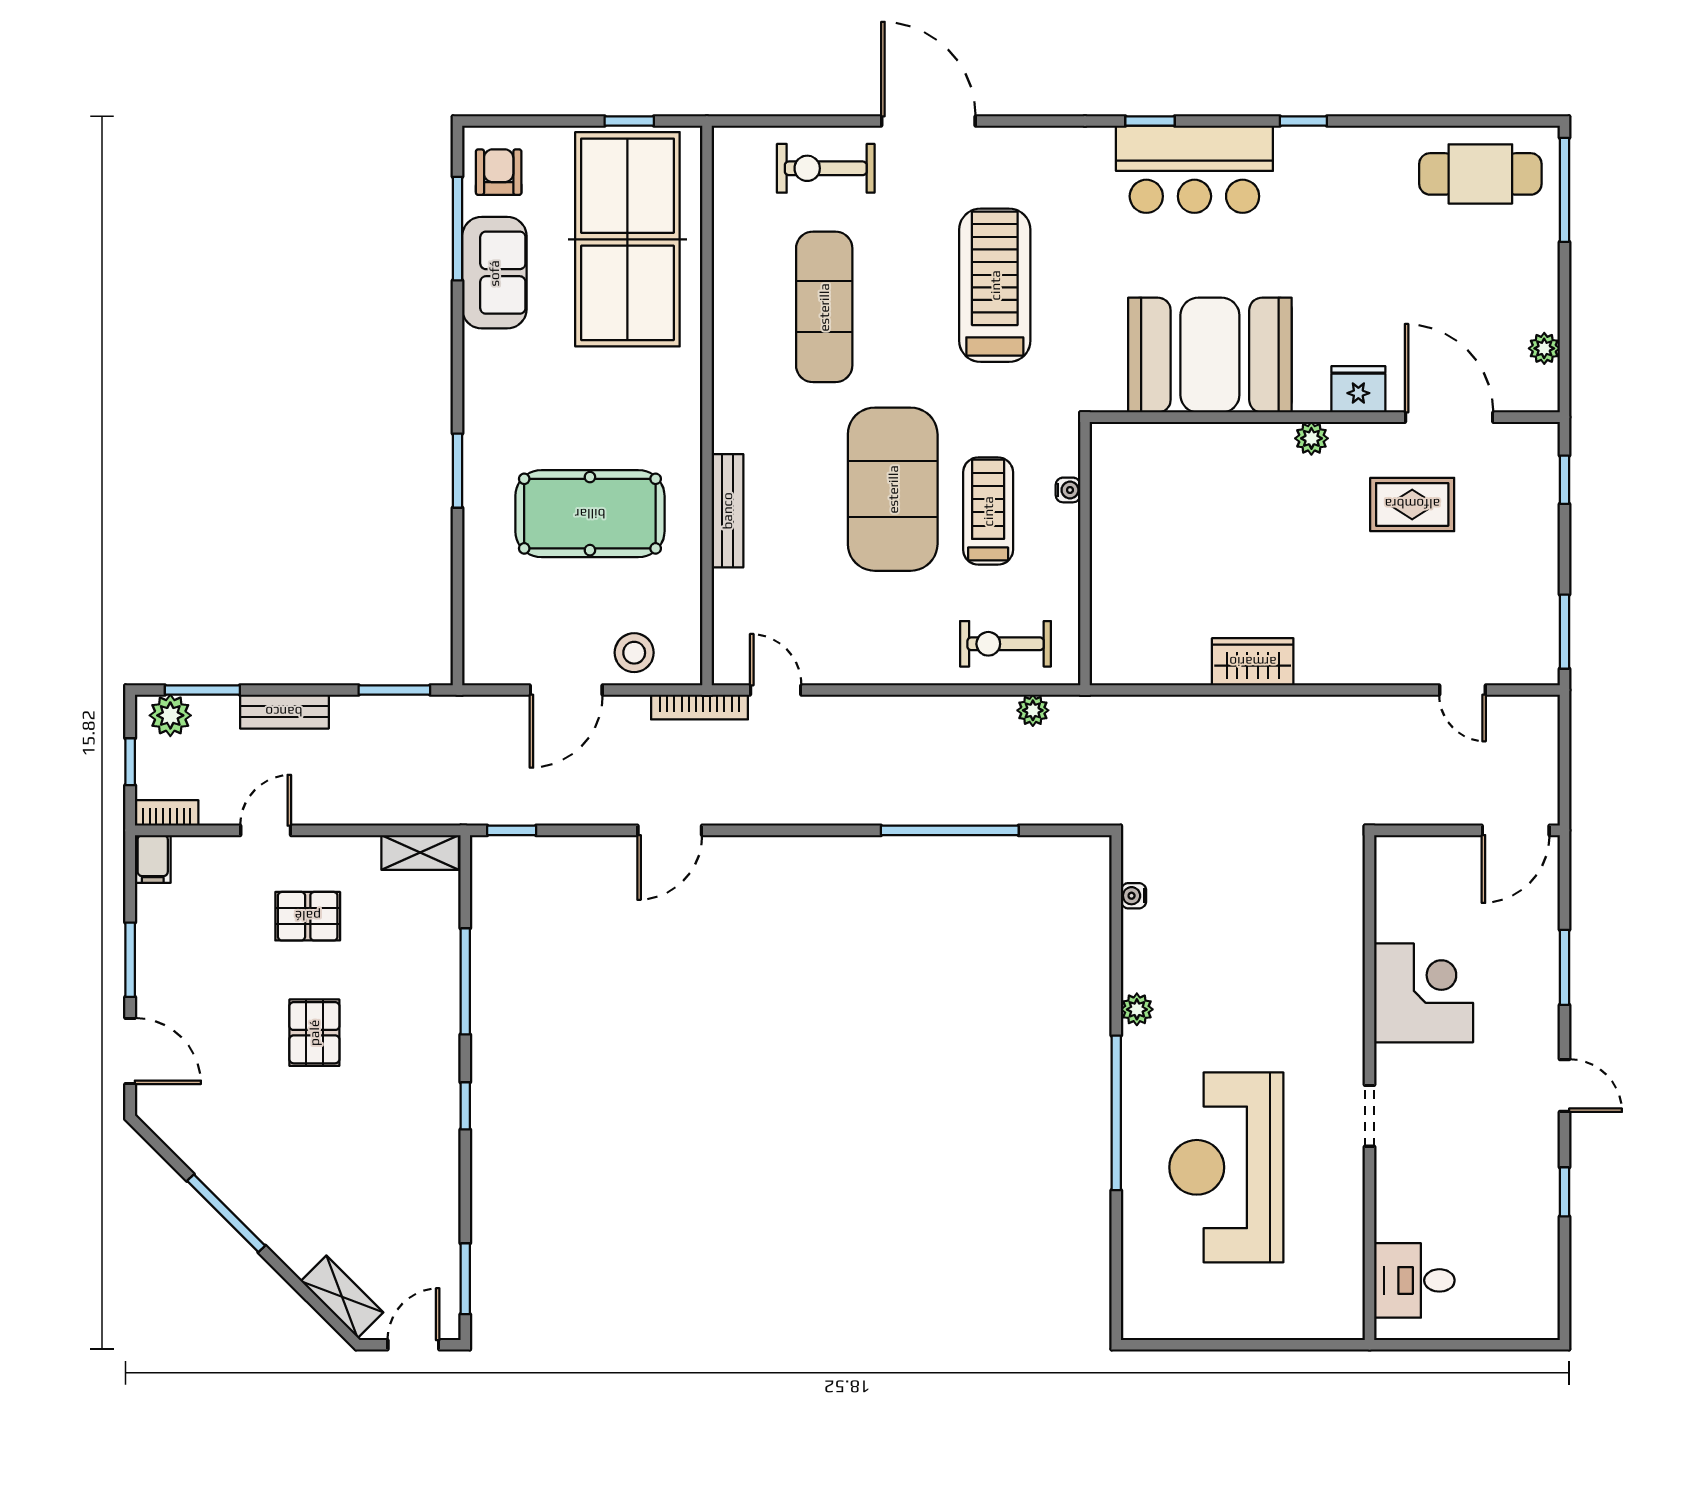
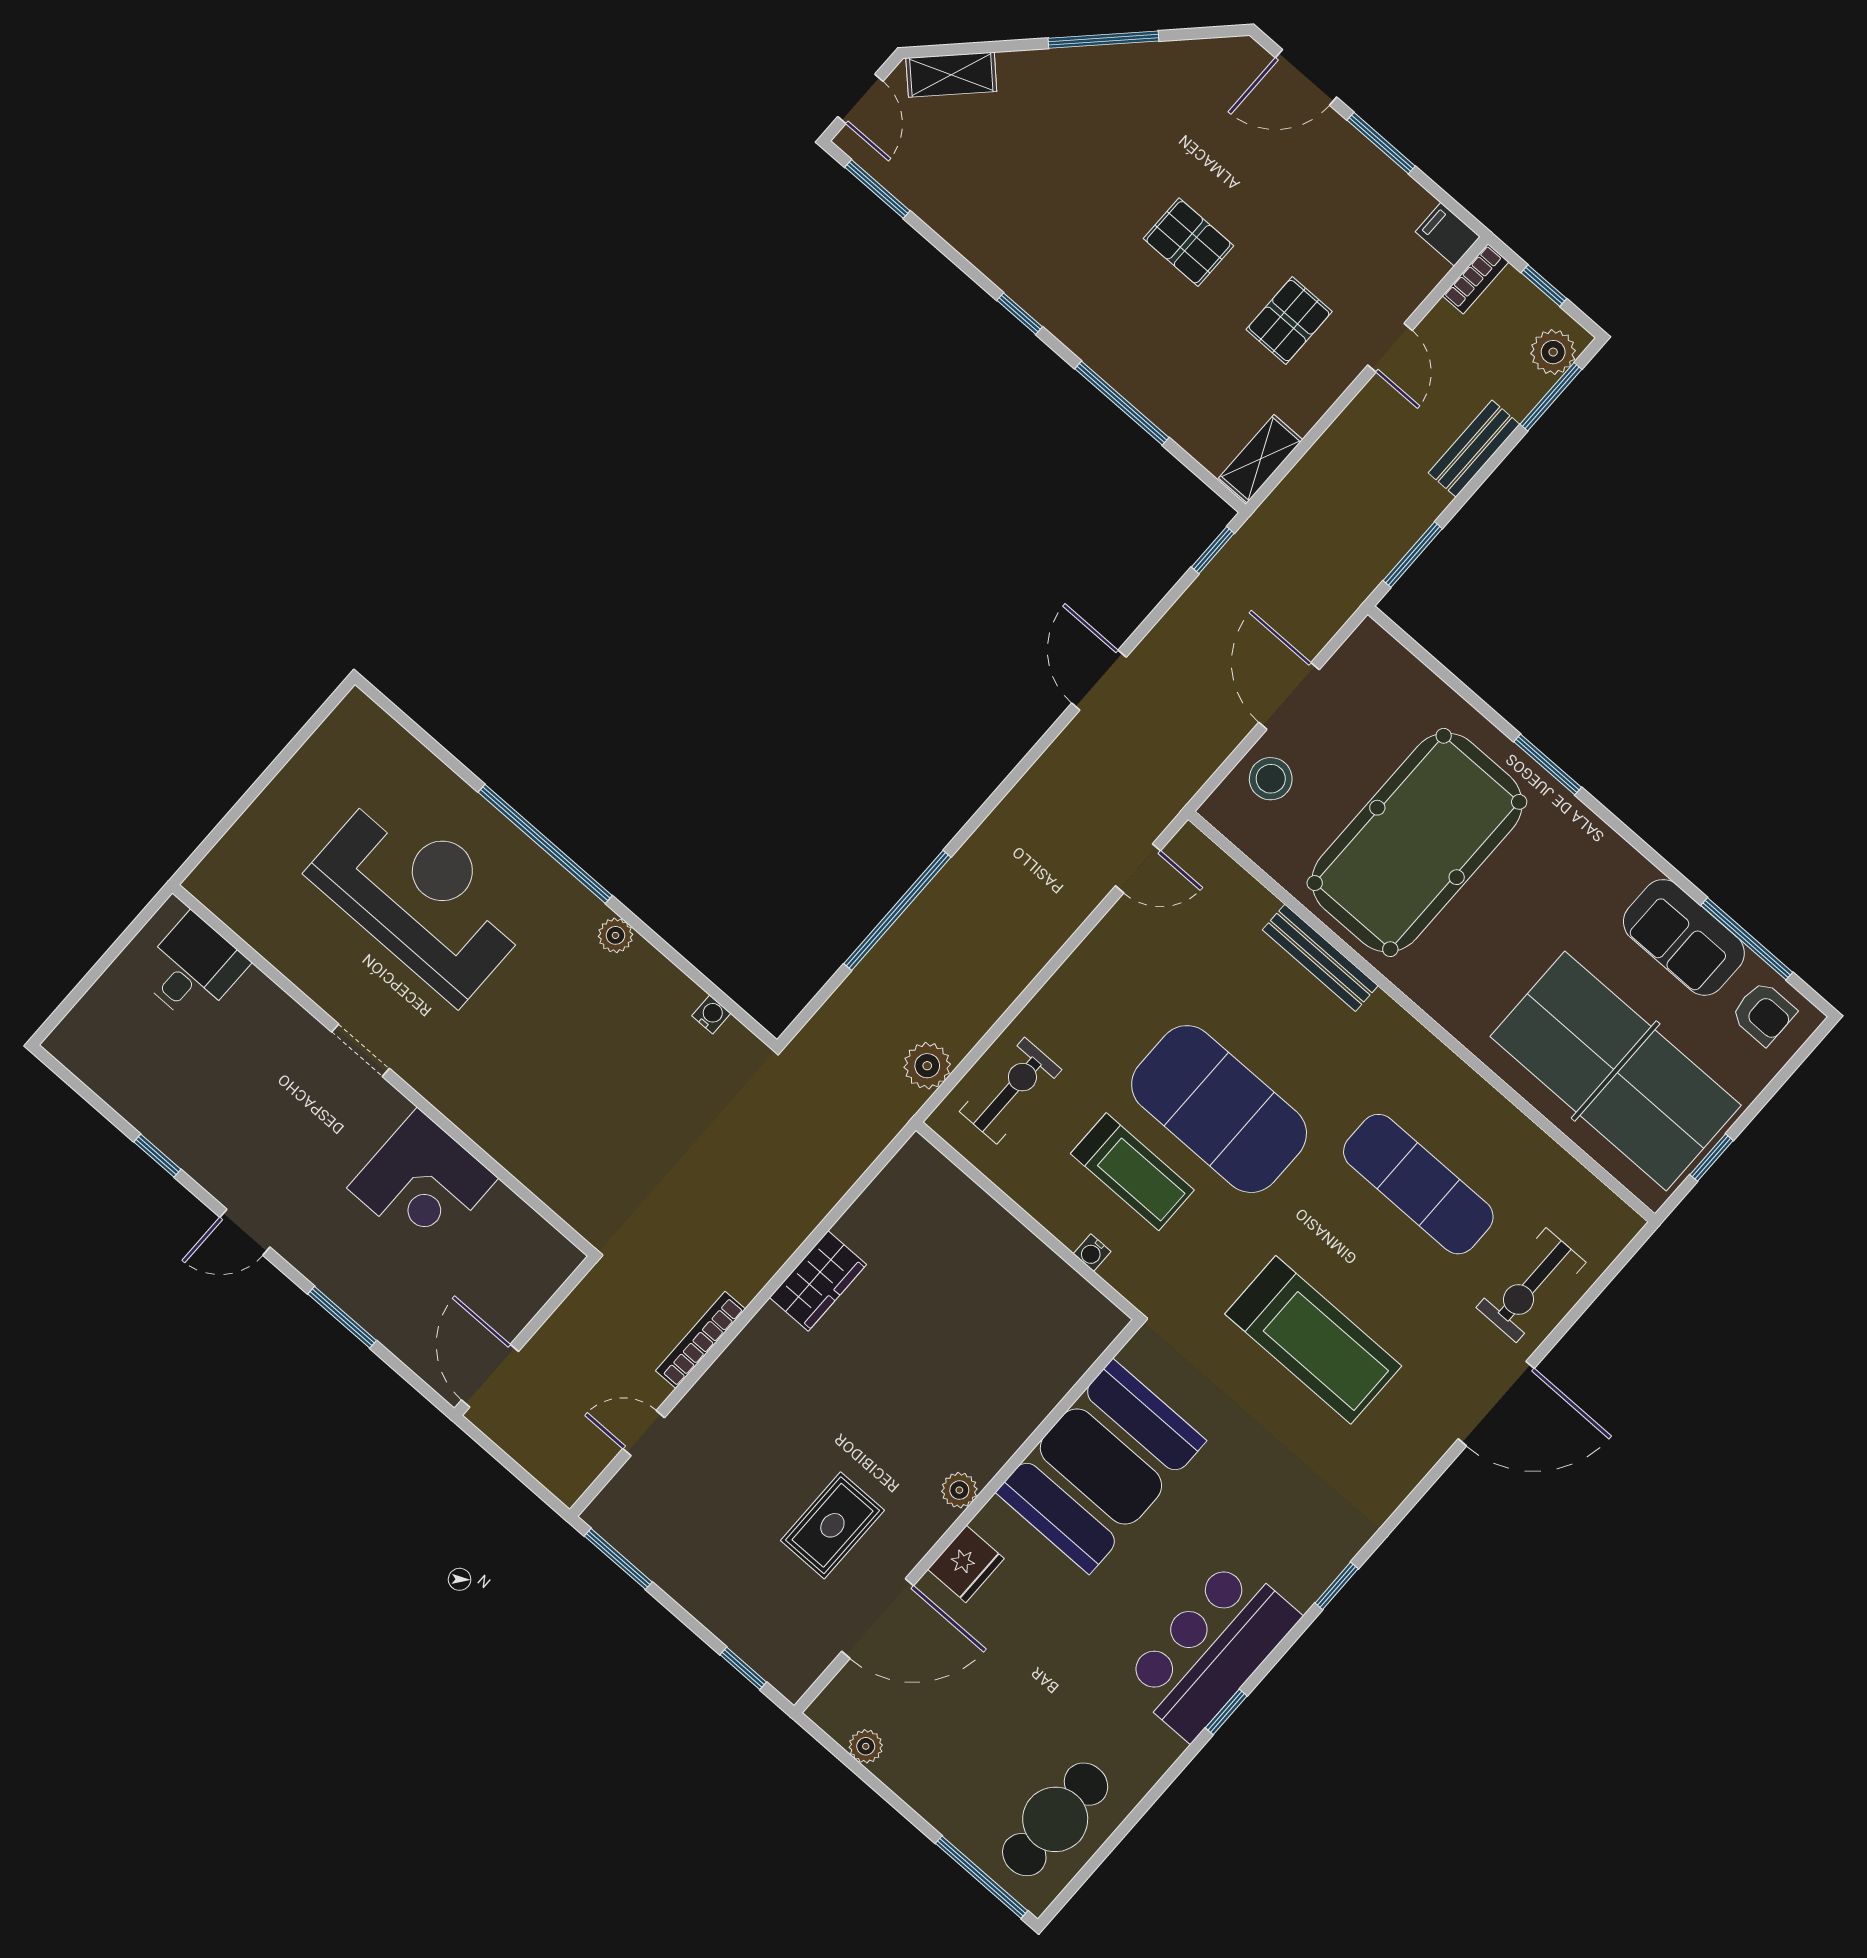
exercise bike: (826, 168) -> (1531, 1285), turned 180
bar counter: (1194, 169) -> (1211, 1649), moved
pool table: (590, 514) -> (1417, 842), width x1.36, depth x1.32
bookcase: (699, 707) -> (700, 1340), moved
plant: (1033, 710) -> (927, 1066), width x1.38, depth x1.38

